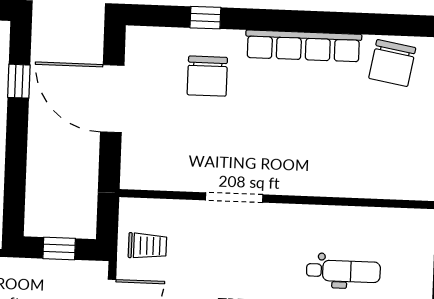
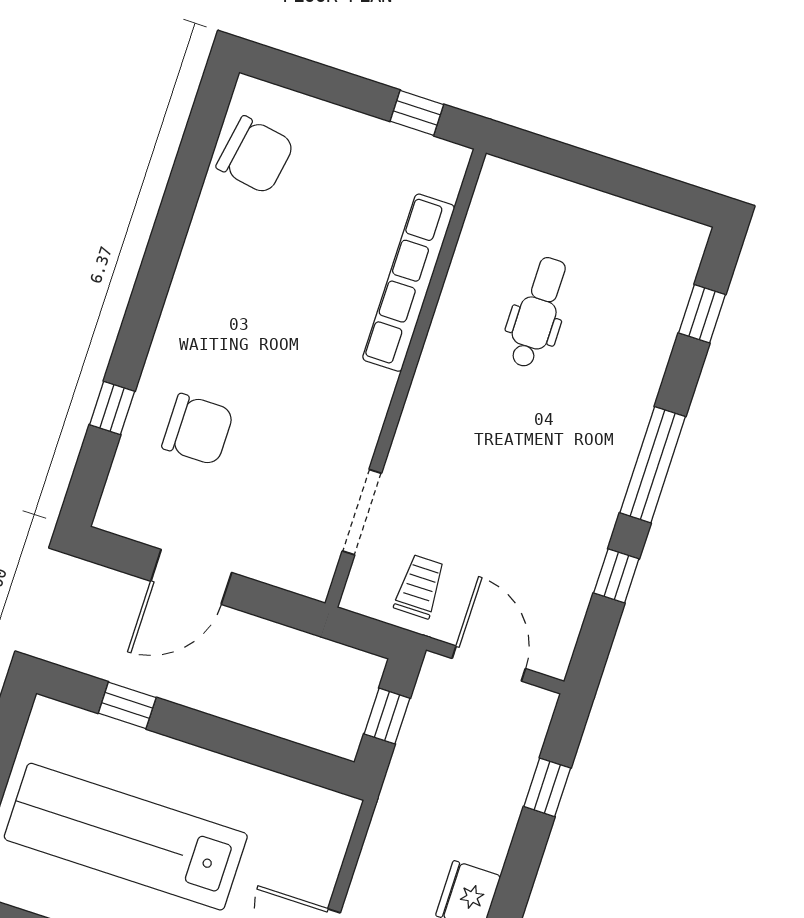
row of seats: (303, 46) -> (409, 283), moved, turned 180
door: (112, 99) -> (191, 577), width x0.73
doorway: (234, 197) -> (362, 512), moved

